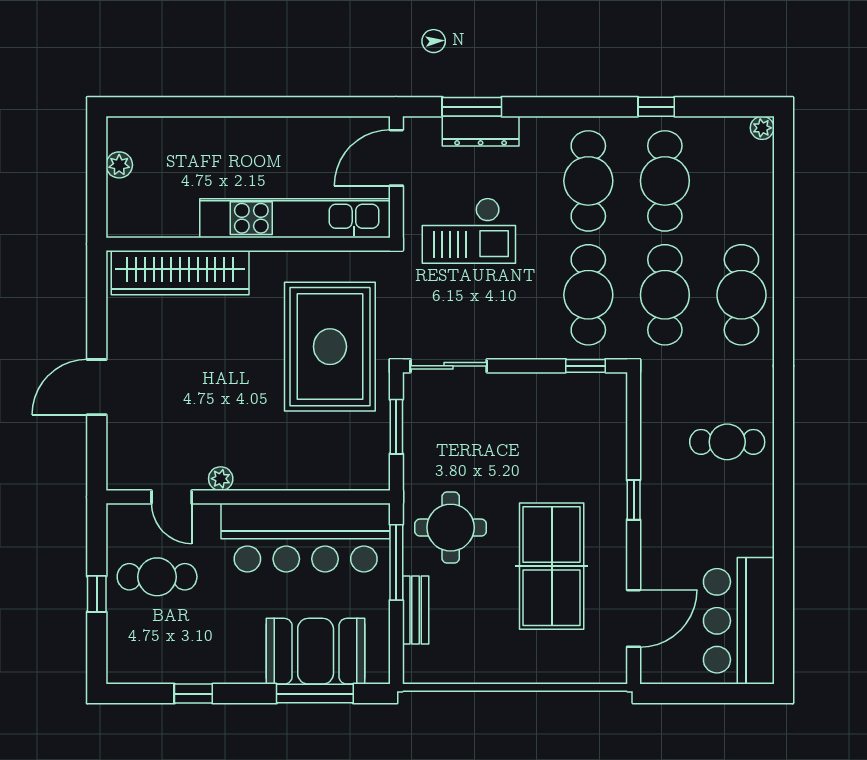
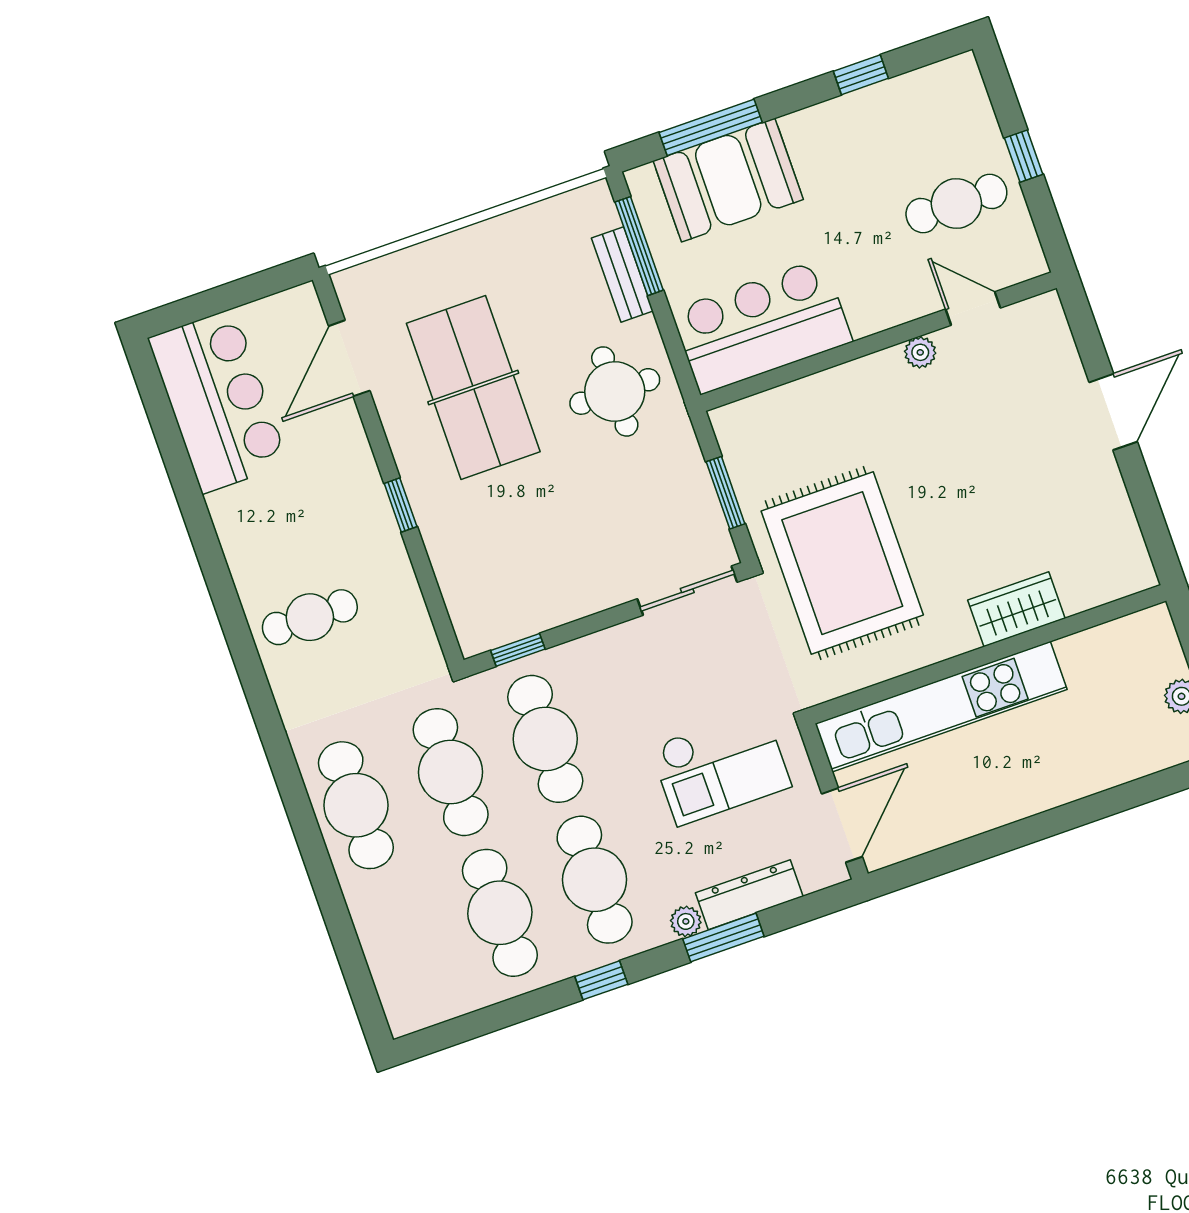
window: (472, 107) -> (723, 938), moved
window: (656, 107) -> (601, 980), moved
plant: (762, 128) -> (686, 921), moved
checkout: (469, 231) -> (721, 767), turned 180
wardrobe: (180, 273) -> (1016, 609), width x0.48, depth x0.85
bar counter: (306, 538) -> (762, 326), width x0.73
window: (396, 562) -> (639, 246), moved

